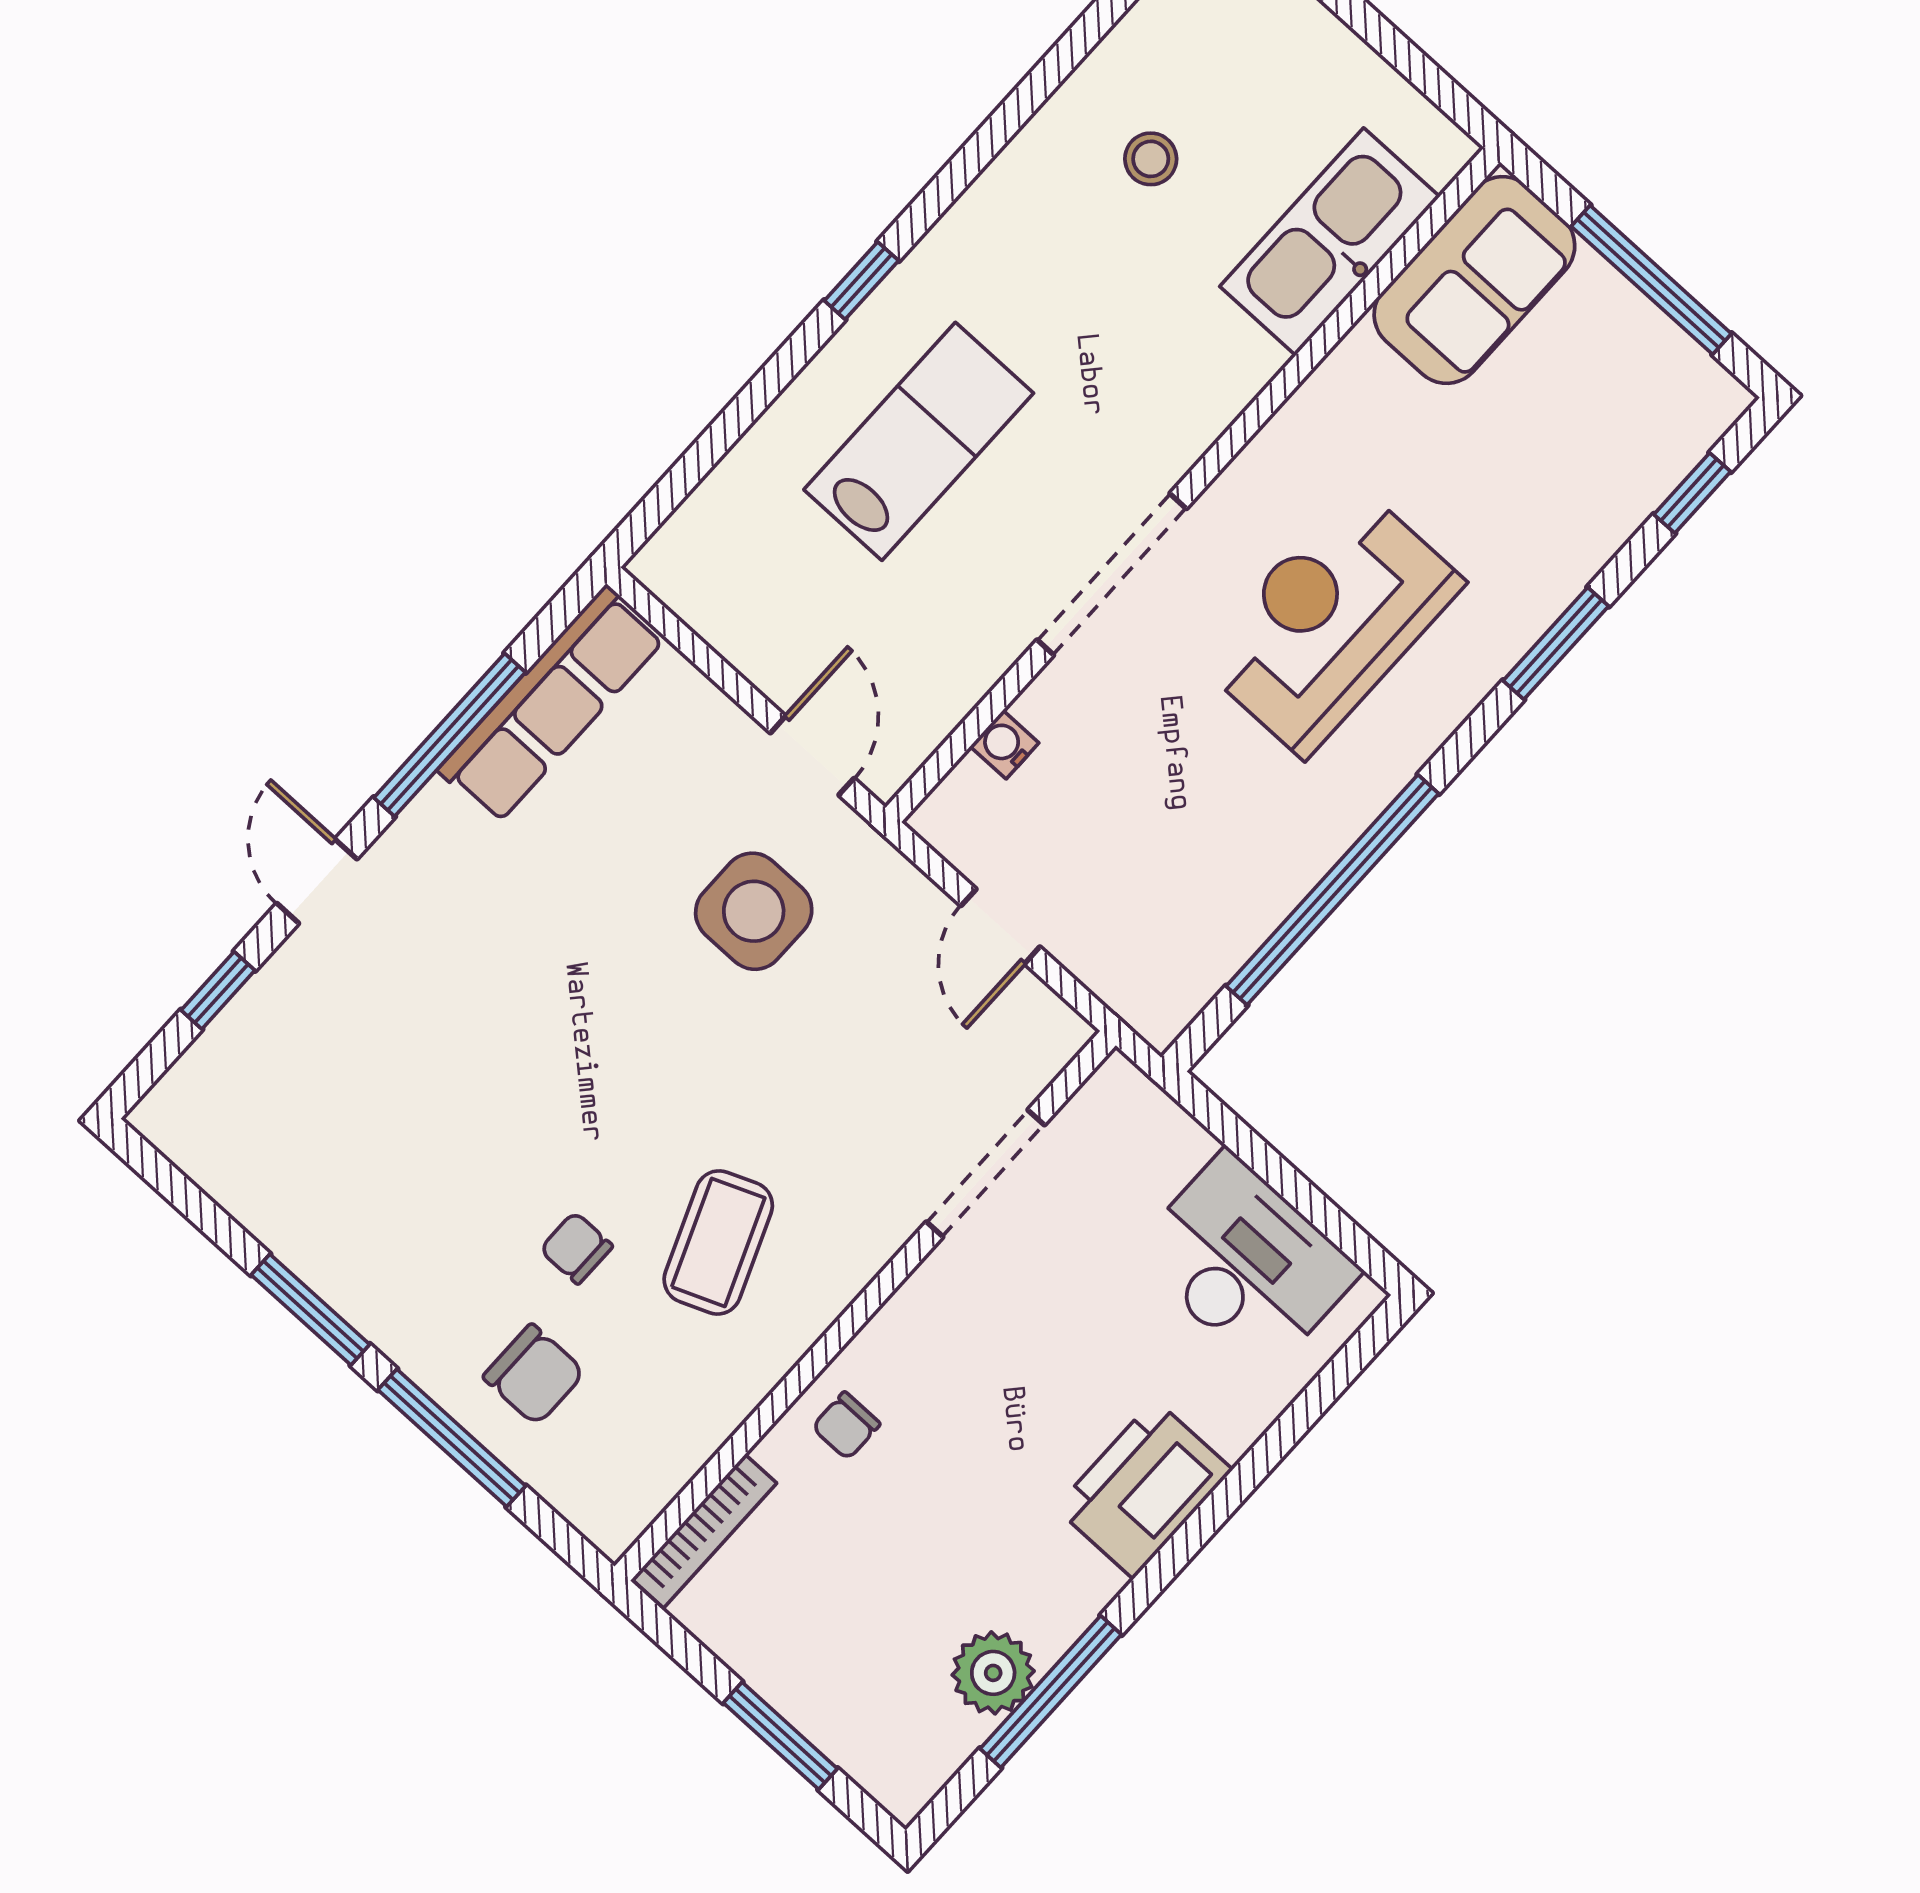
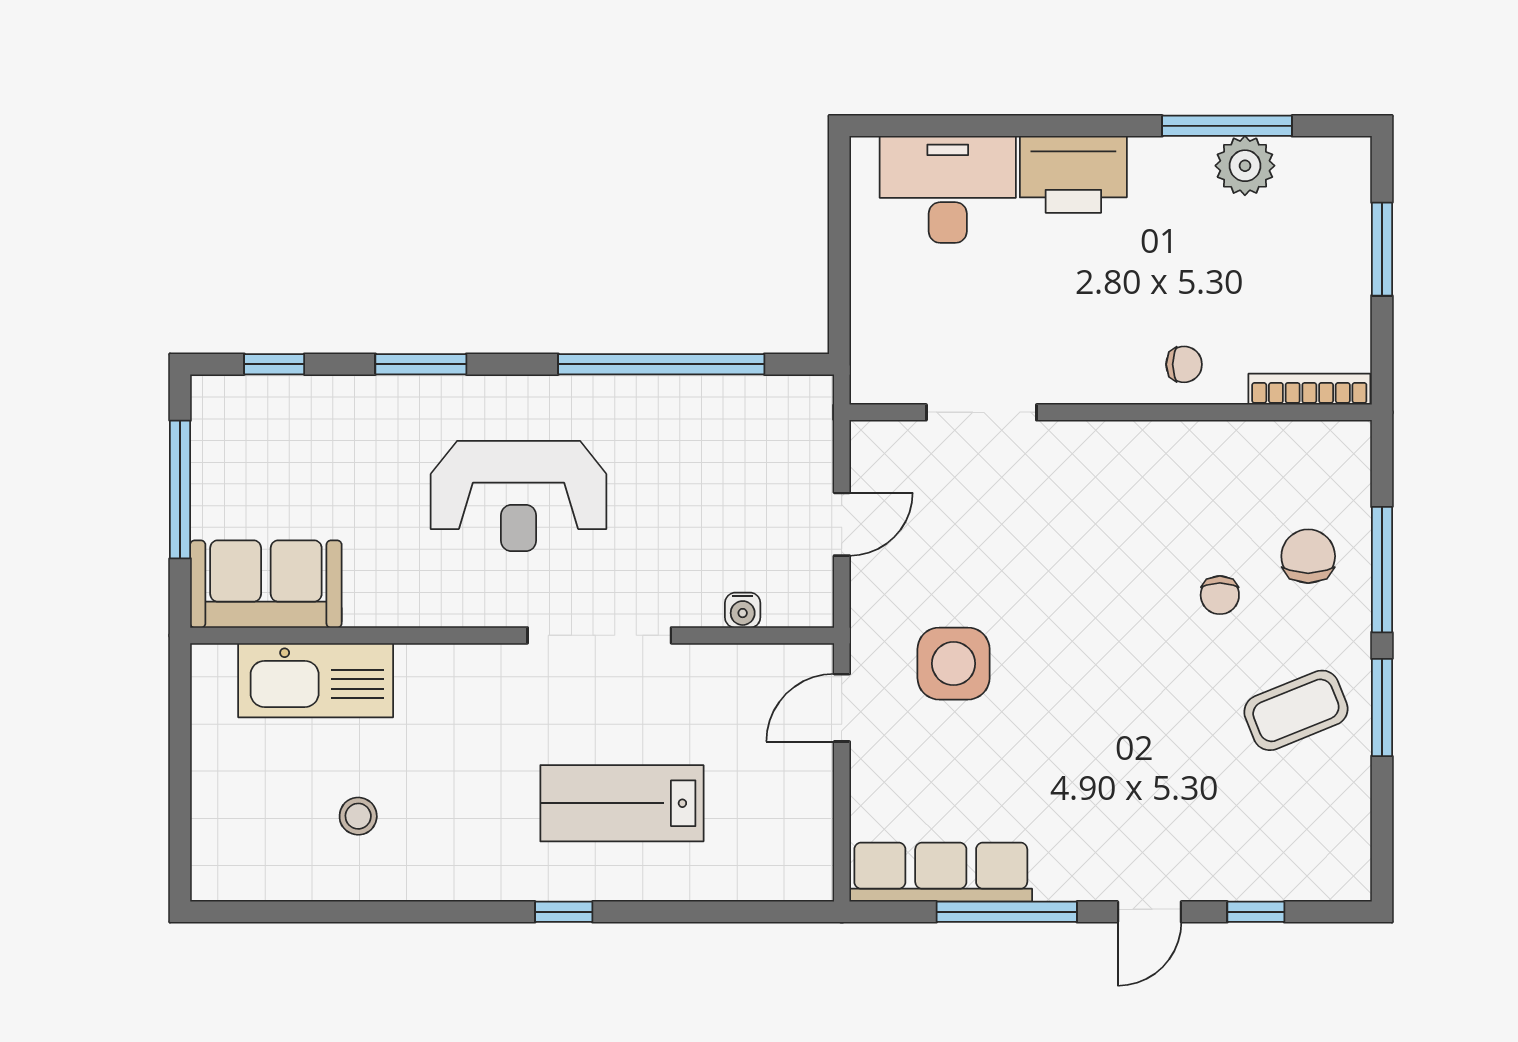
coffee table: (718, 1242) -> (1296, 710), moved
desk: (1246, 1263) -> (948, 189), moved, turned 90

